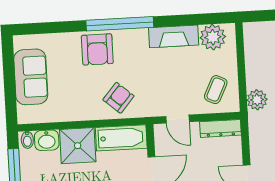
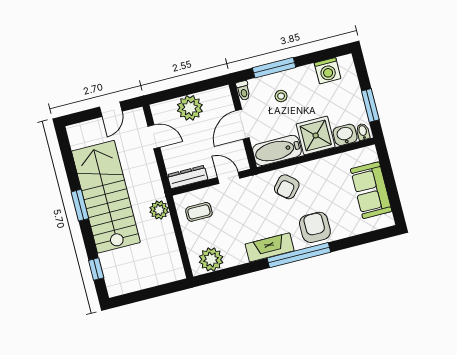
fireplace: (174, 36) -> (270, 247), moved
coffee table: (216, 90) -> (199, 212), turned 64

